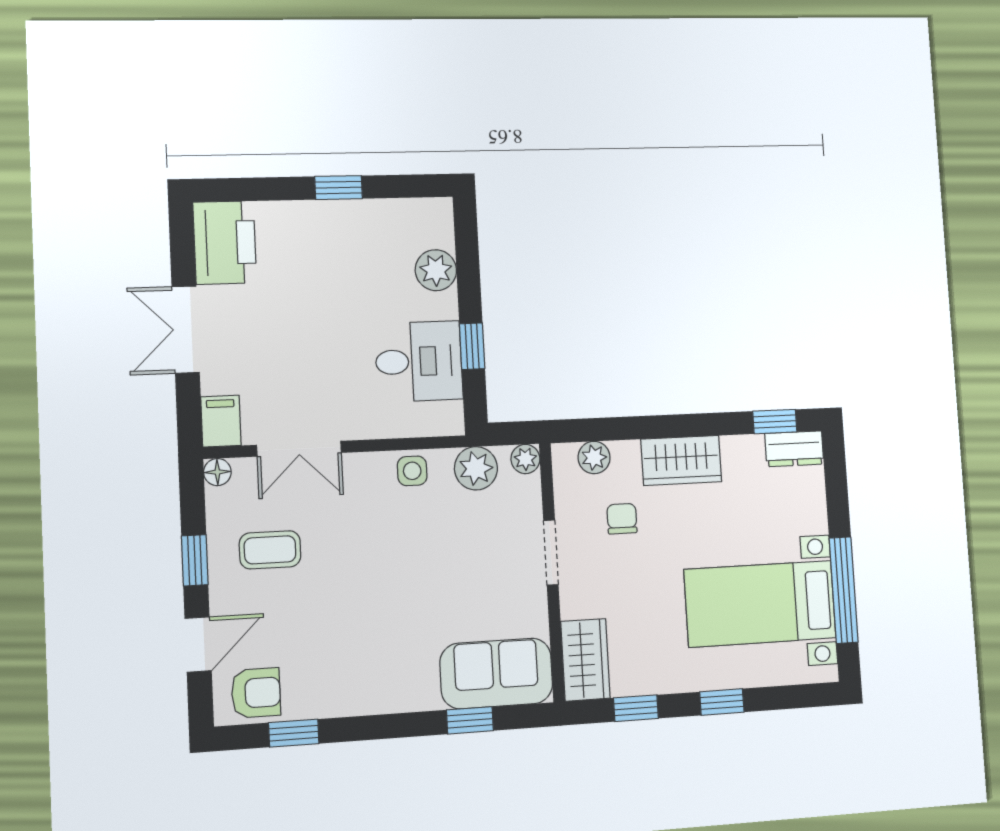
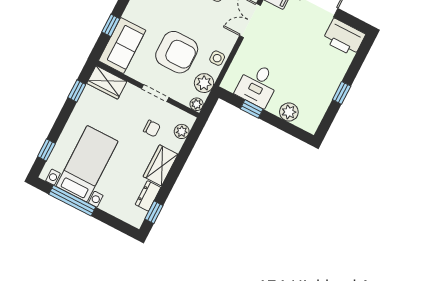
dresser: (794, 449) -> (148, 196), moved
armchair: (447, 558) -> (177, 52), added
window: (722, 702) -> (46, 150), moved

